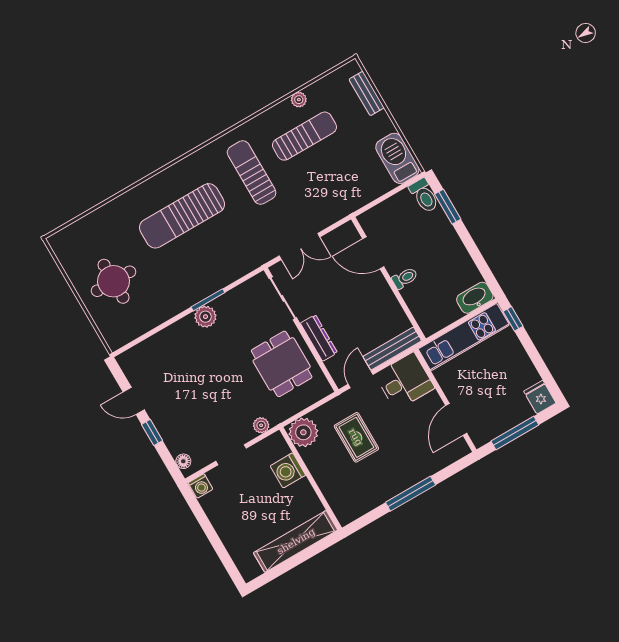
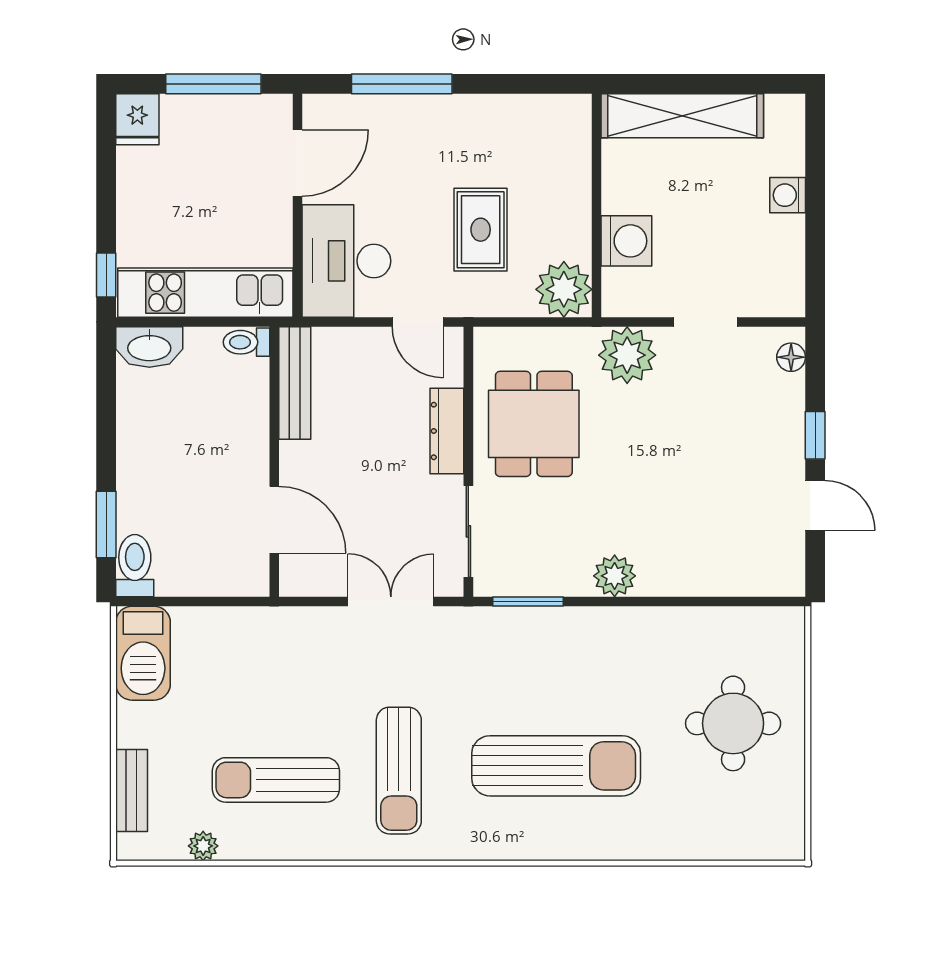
plant: (299, 100) -> (203, 846), moved
toilet: (405, 278) -> (246, 342), moved
window: (208, 300) -> (528, 601), moved
bench: (392, 349) -> (295, 383), moved, turned 90
door: (361, 379) -> (418, 322), hinge flipped
desk: (405, 381) -> (346, 261), width x1.37
plant: (261, 425) -> (627, 355), width x1.88, depth x1.88
washing machine: (201, 486) -> (788, 195), moved, turned -90
window: (411, 494) -> (402, 84), moved

